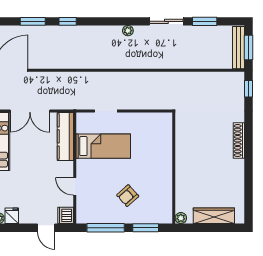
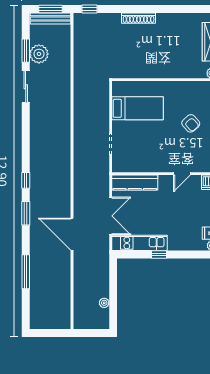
plant: (128, 31) -> (39, 54), moved, width x1.87, depth x1.87
bed: (103, 146) -> (138, 108), moved, turned 90

